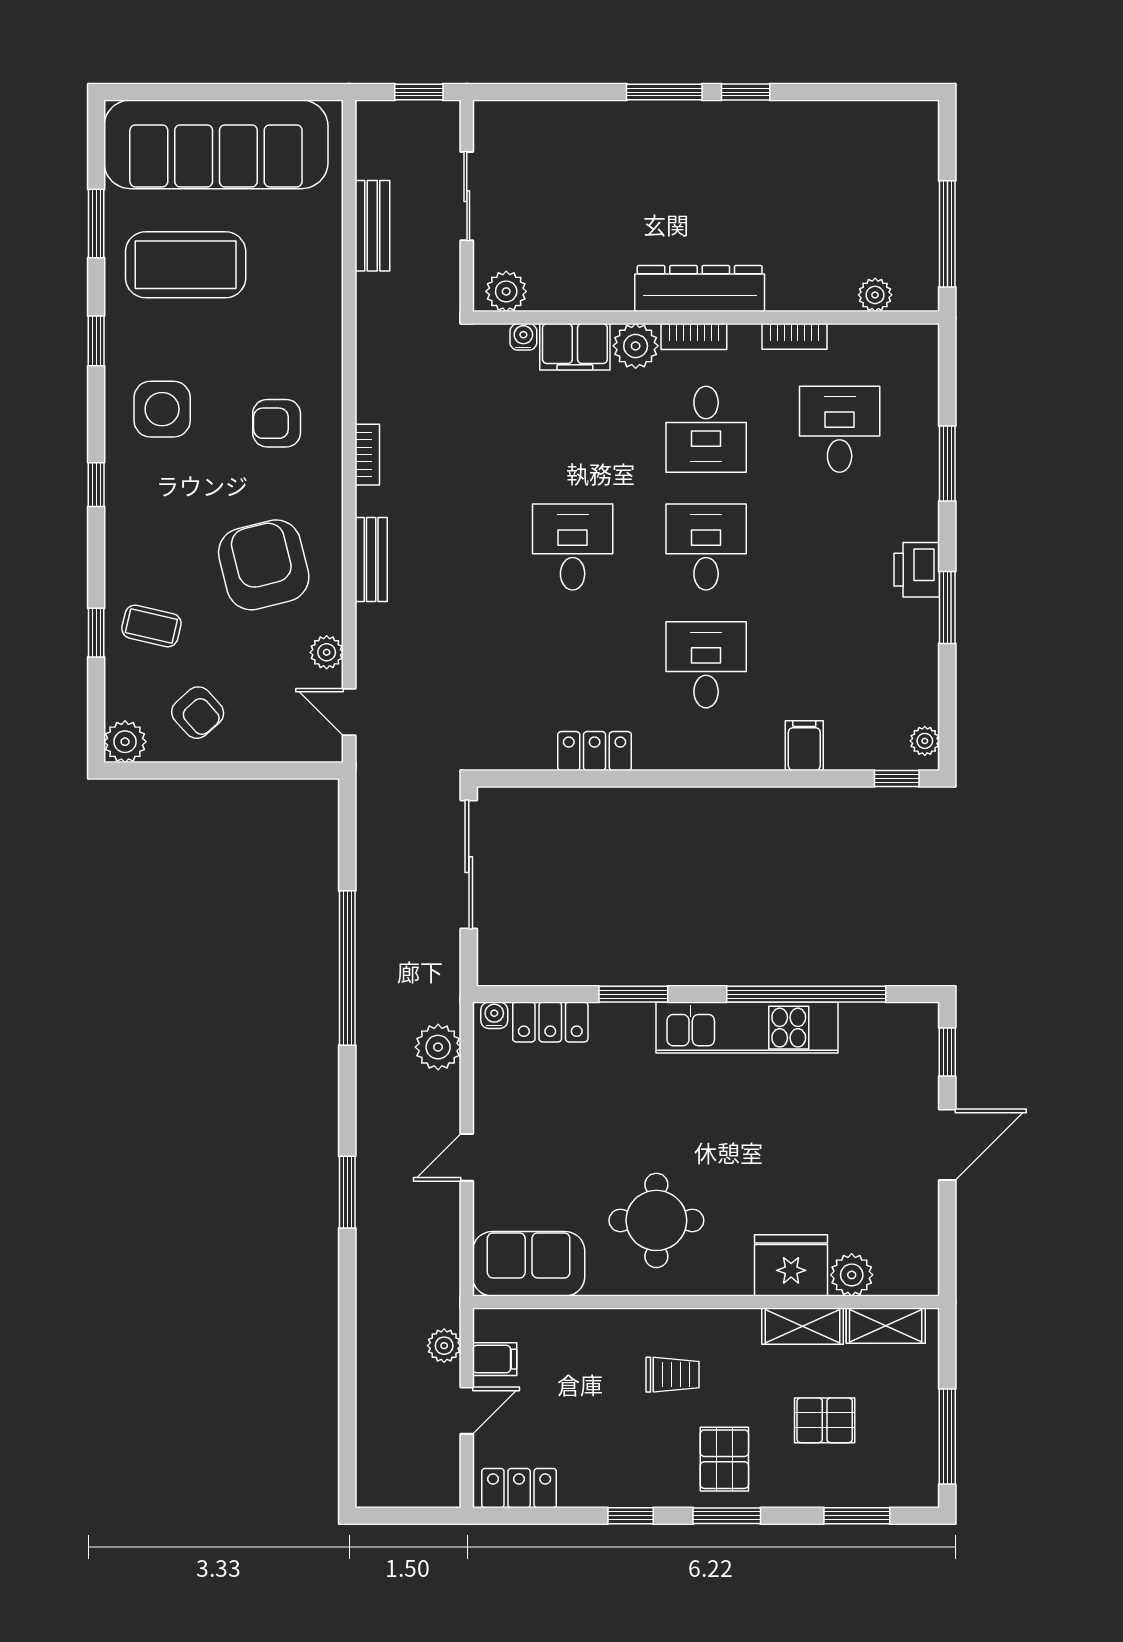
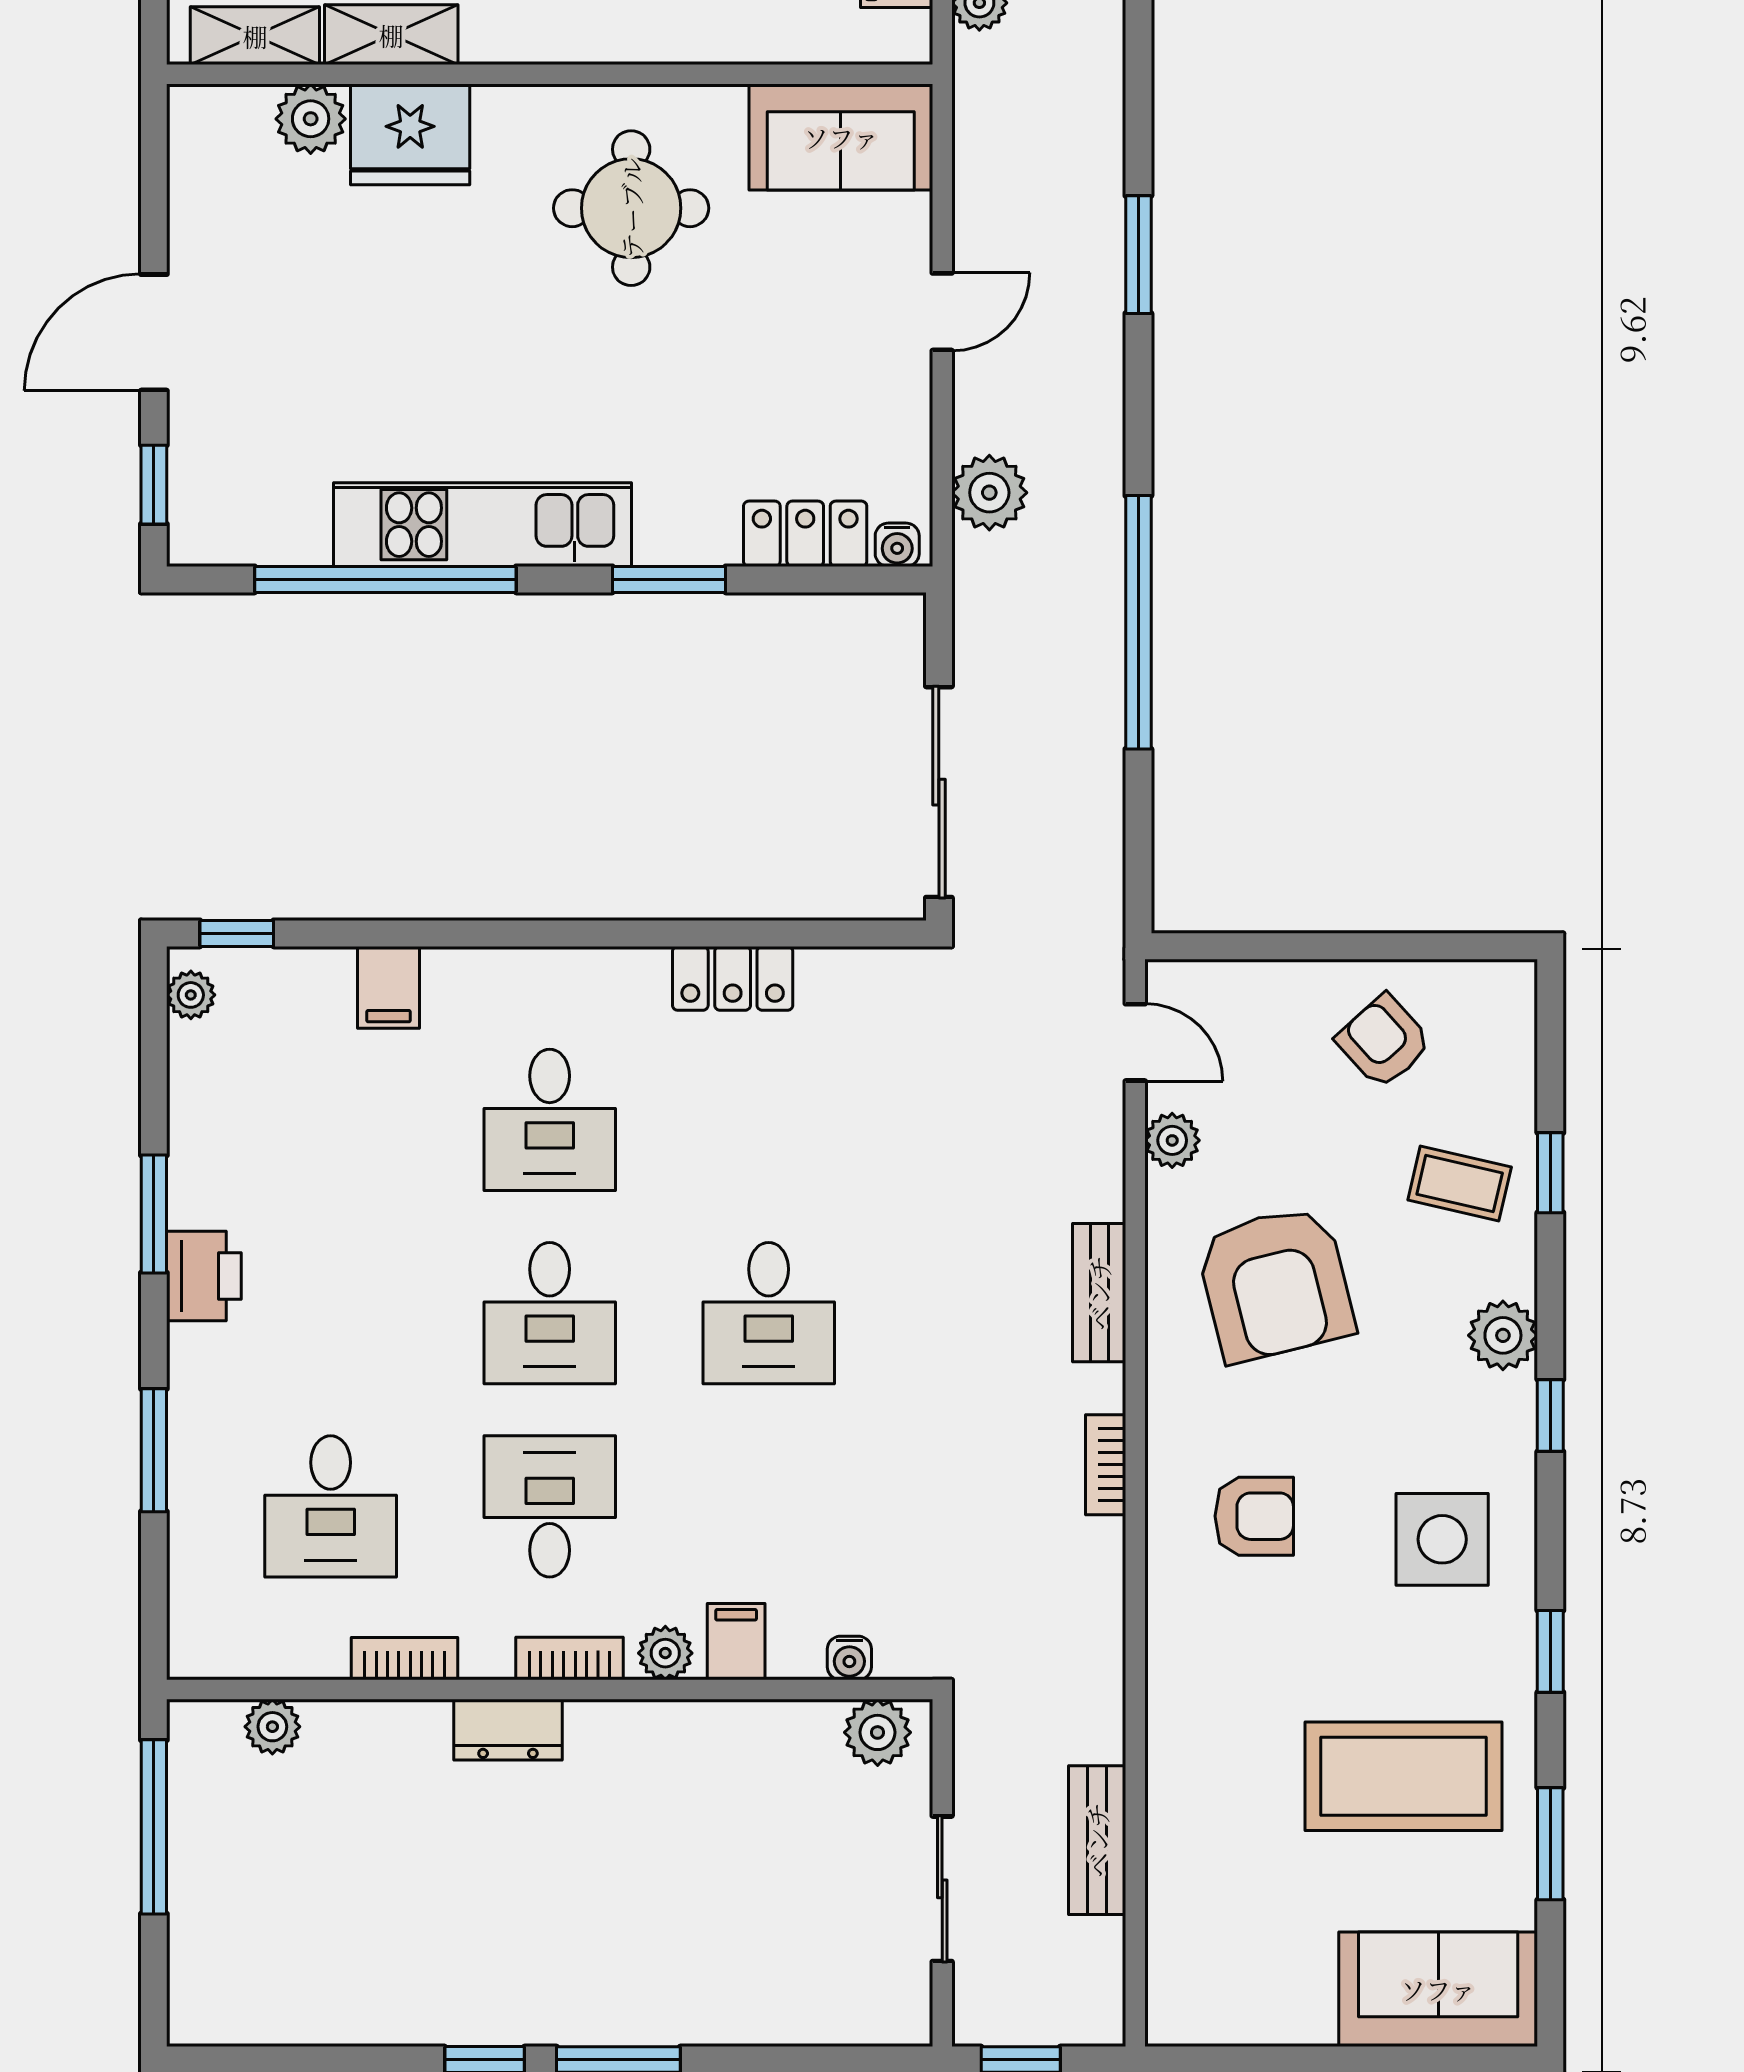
sofa: (216, 144) -> (1438, 1989), width x0.54, depth x0.79
dresser: (700, 289) -> (508, 1730), width x0.51, depth x0.80
plant: (636, 346) -> (665, 1653), width x0.73, depth x0.73
filing cabinet: (575, 347) -> (736, 1642), width x0.50
plant: (125, 742) -> (1503, 1335), moved

